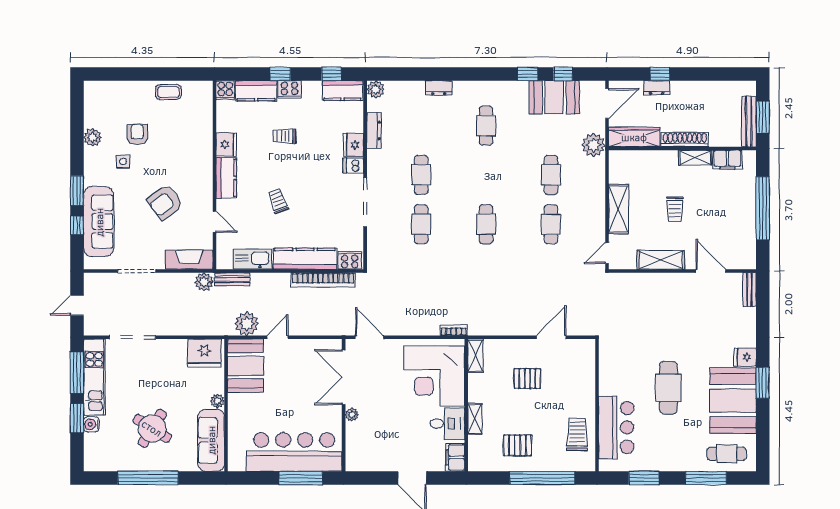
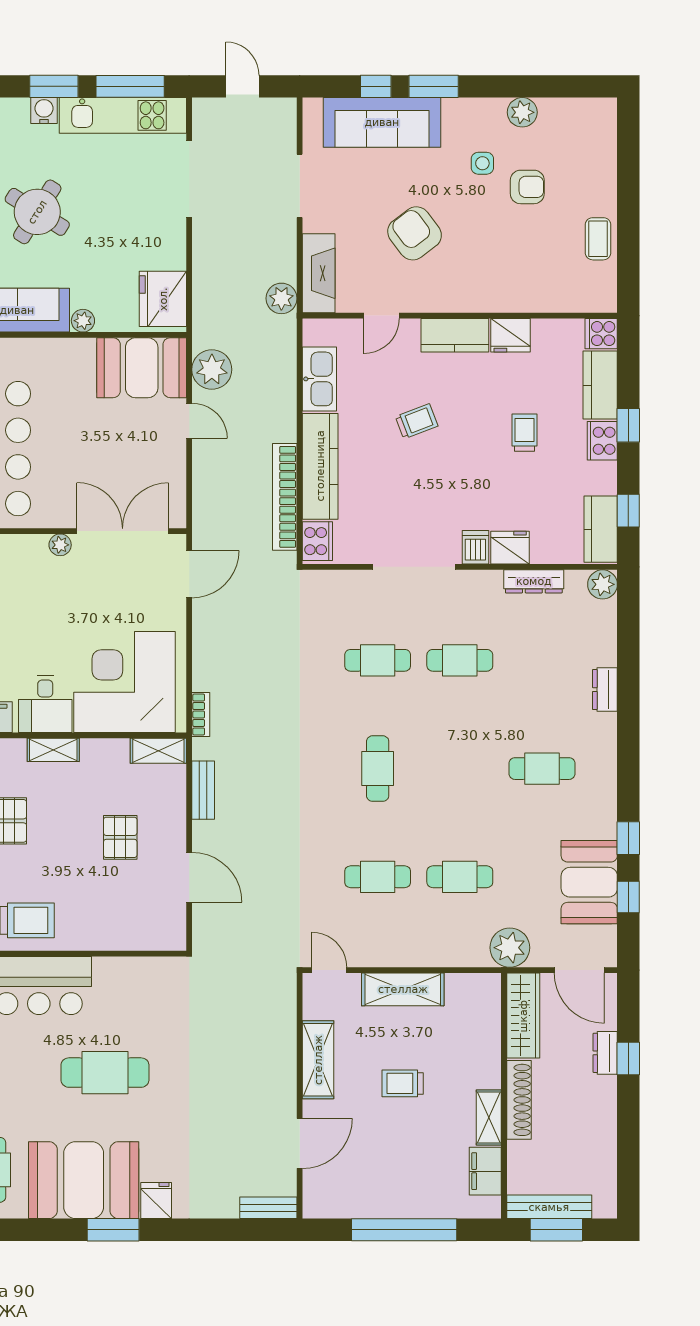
cafe table: (486, 224) -> (378, 769), turned 90
bench: (232, 279) -> (203, 790), moved

